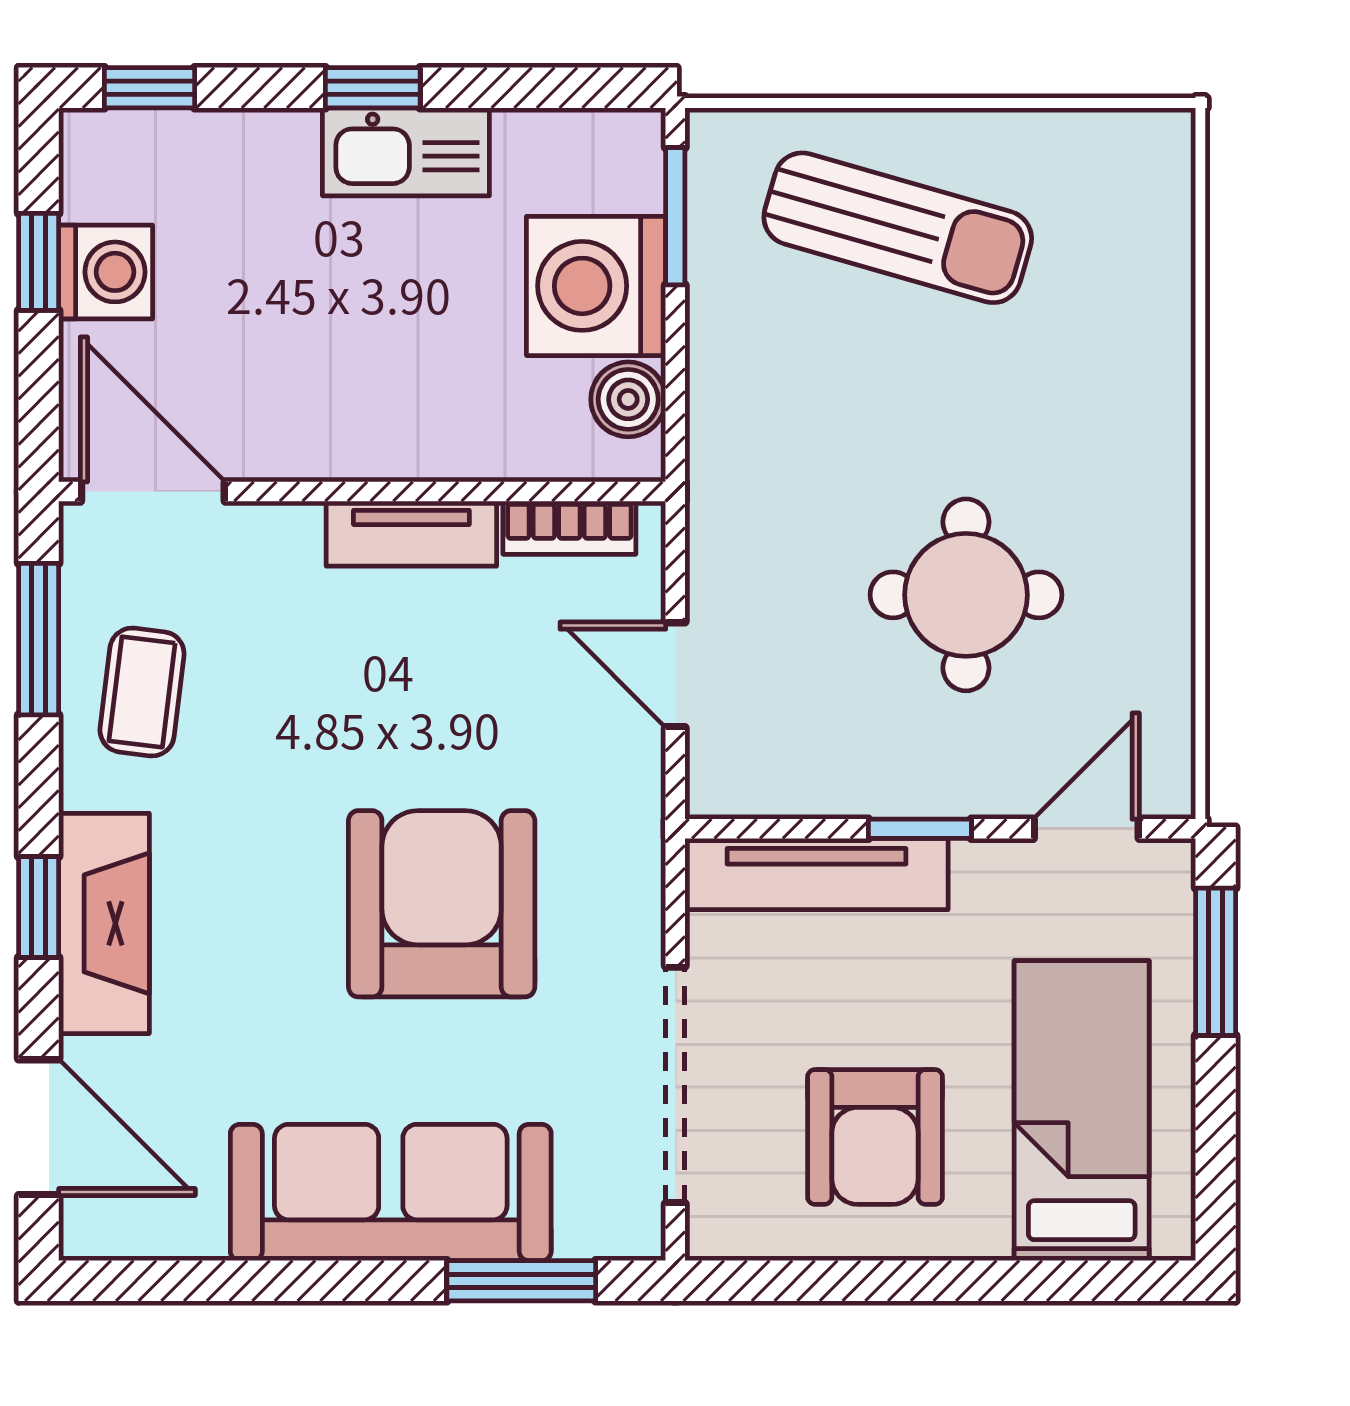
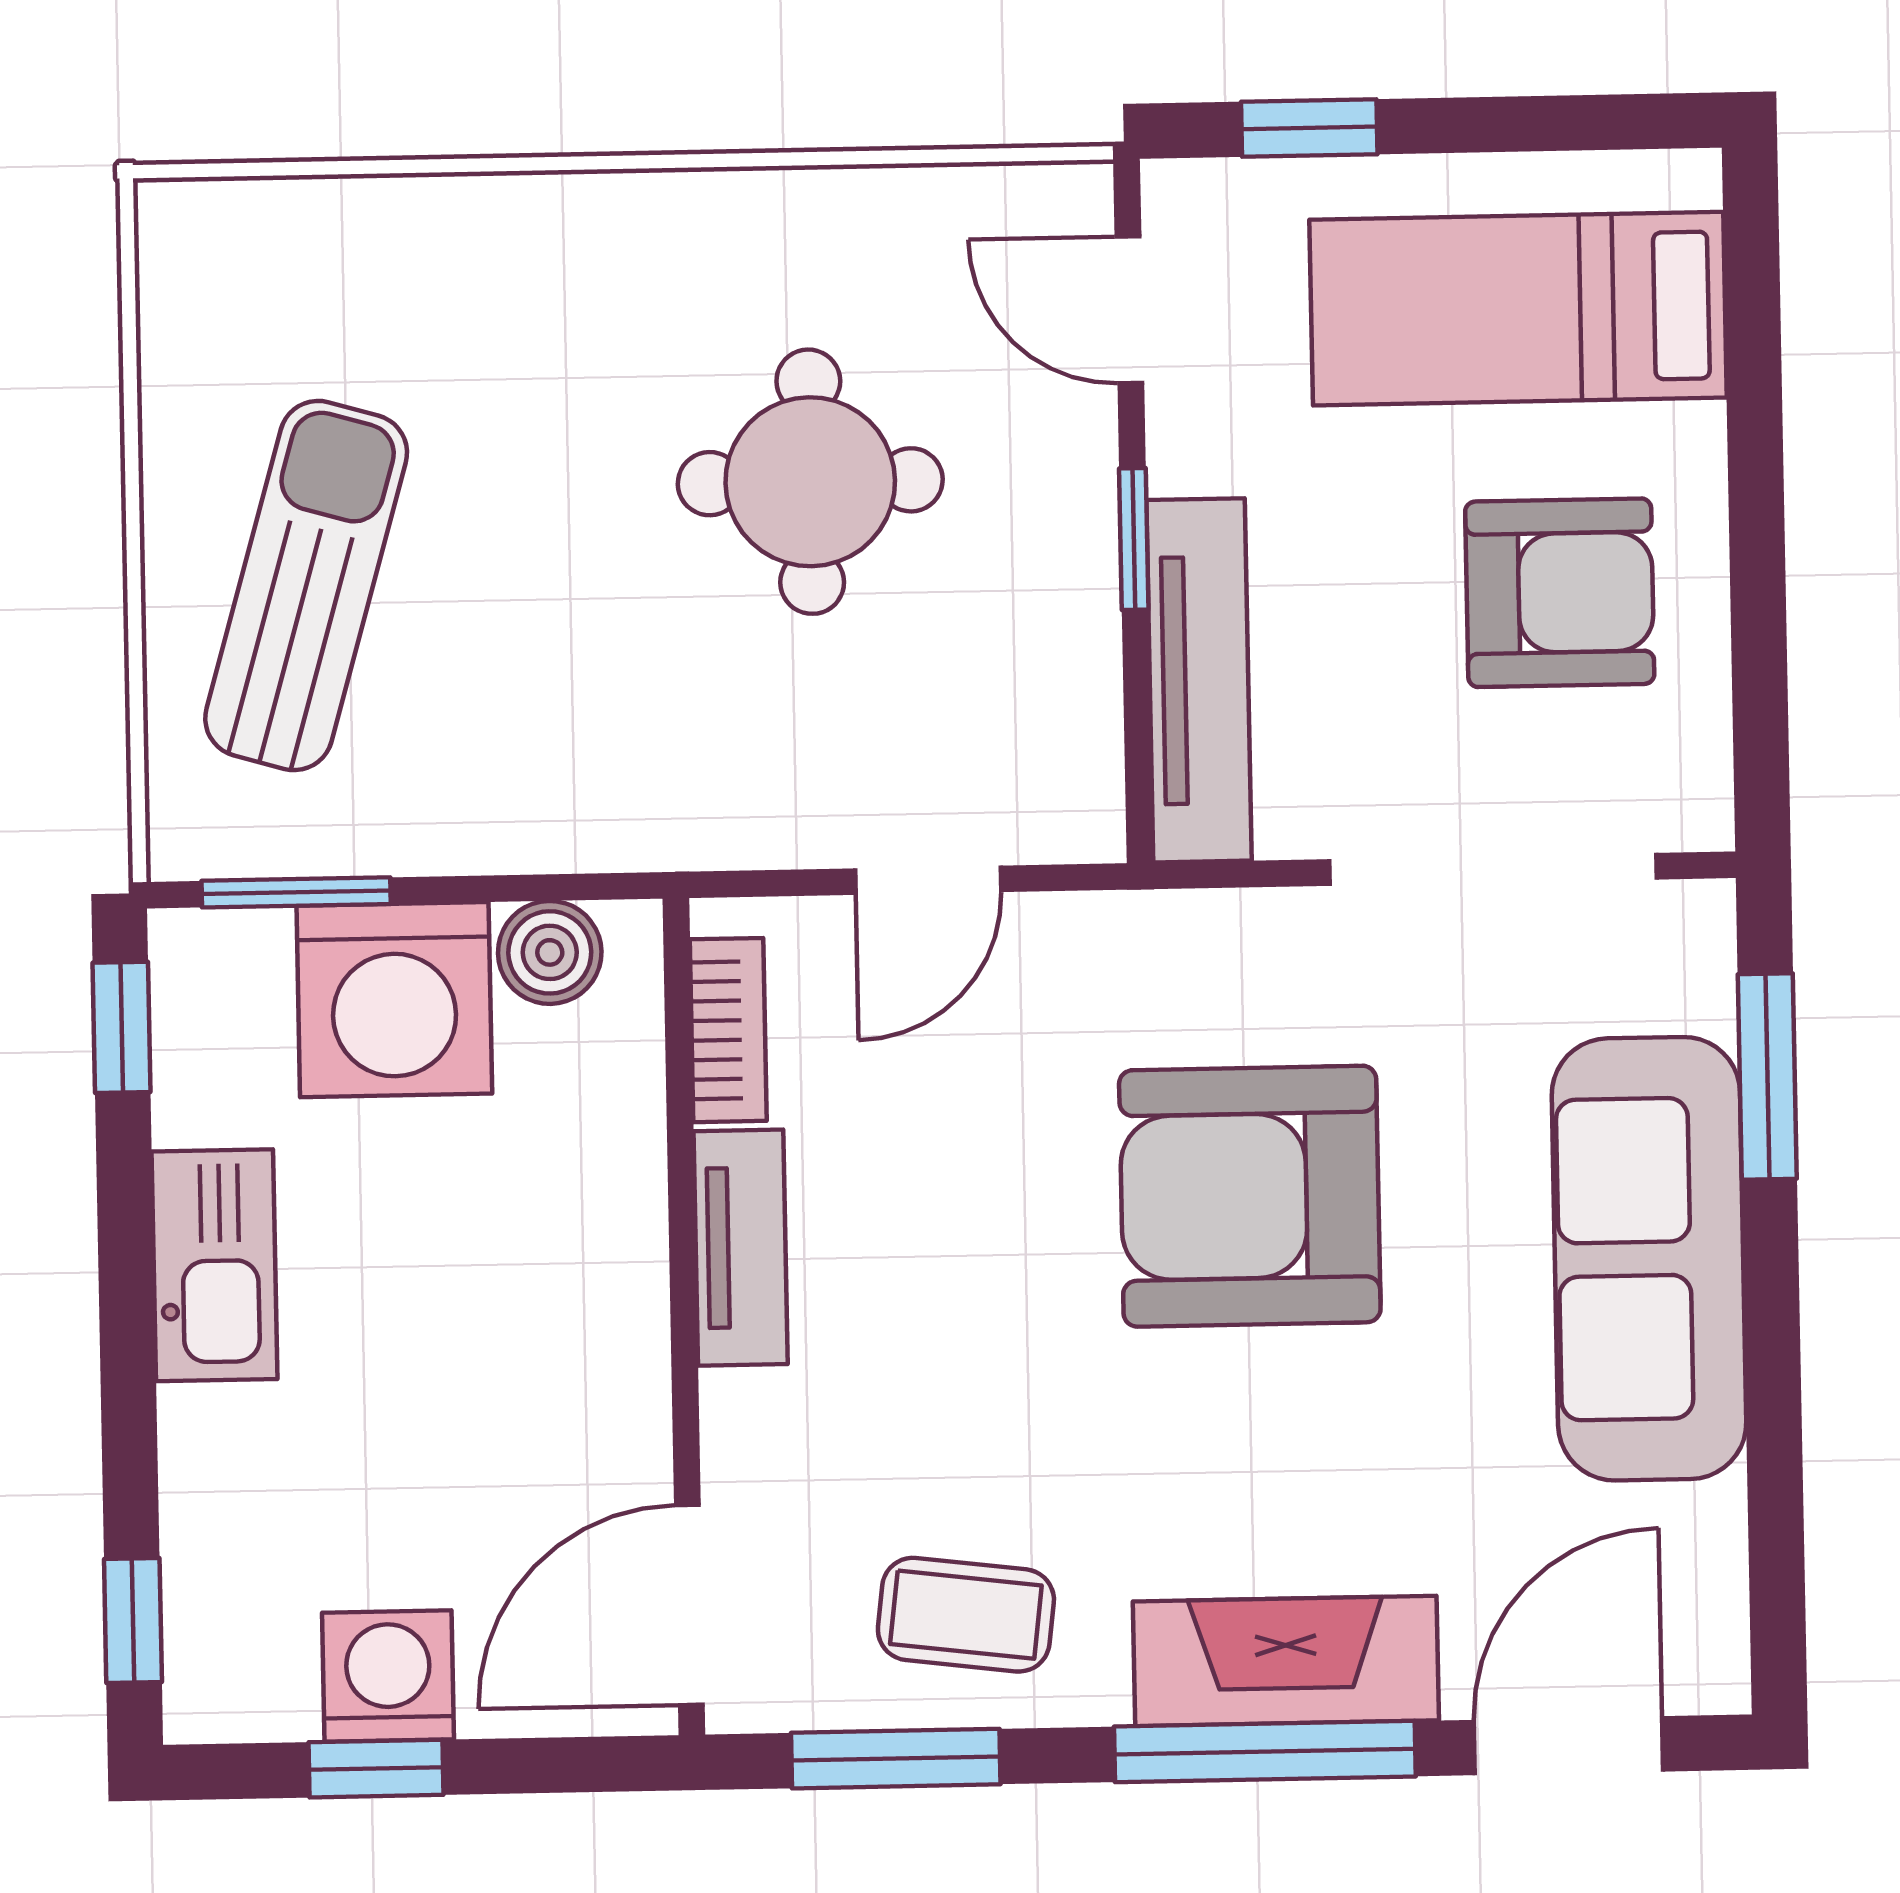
window: (373, 88) -> (122, 1027), moved
window: (39, 907) -> (1265, 1752), width x2.17
window: (1216, 962) -> (1309, 128), width x0.67

